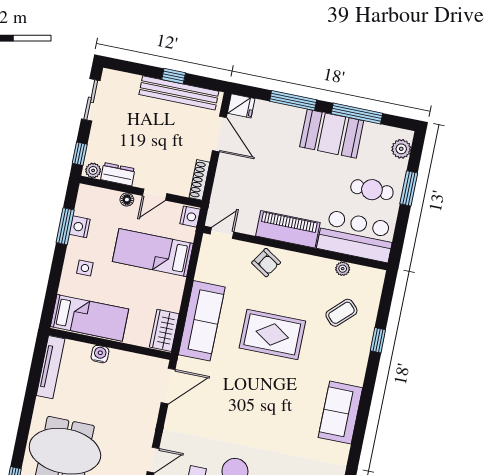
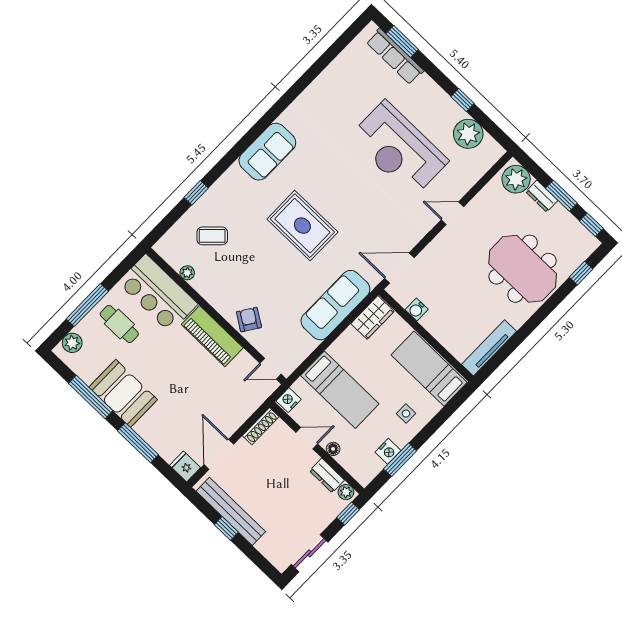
window: (409, 188) -> (87, 305), width x1.44
rug: (272, 334) -> (302, 226), moved
water cooler: (100, 354) -> (417, 310), moved

